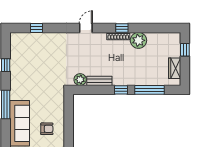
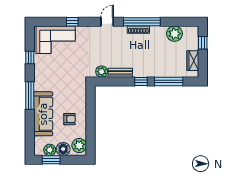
window: (37, 28) -> (72, 22), moved
window: (122, 28) -> (142, 22), width x3.17
plant: (138, 40) -> (175, 34), moved
corner sofa: (32, 47) -> (56, 40), added

